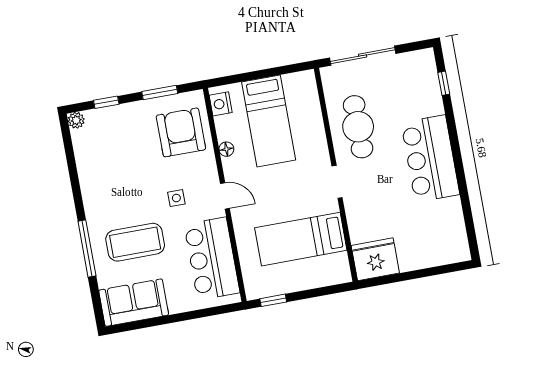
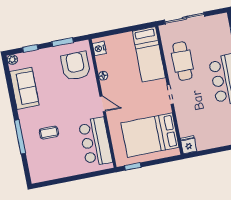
bed: (269, 121) -> (149, 54), moved
side table: (176, 198) -> (73, 106), removed
bed: (301, 239) -> (150, 135), width x1.50
coffee table: (135, 242) -> (49, 133), width x0.54, depth x0.58
fridge: (375, 259) -> (189, 145), width x0.53, depth x0.75
sofa: (134, 303) -> (24, 88), moved, turned 90

